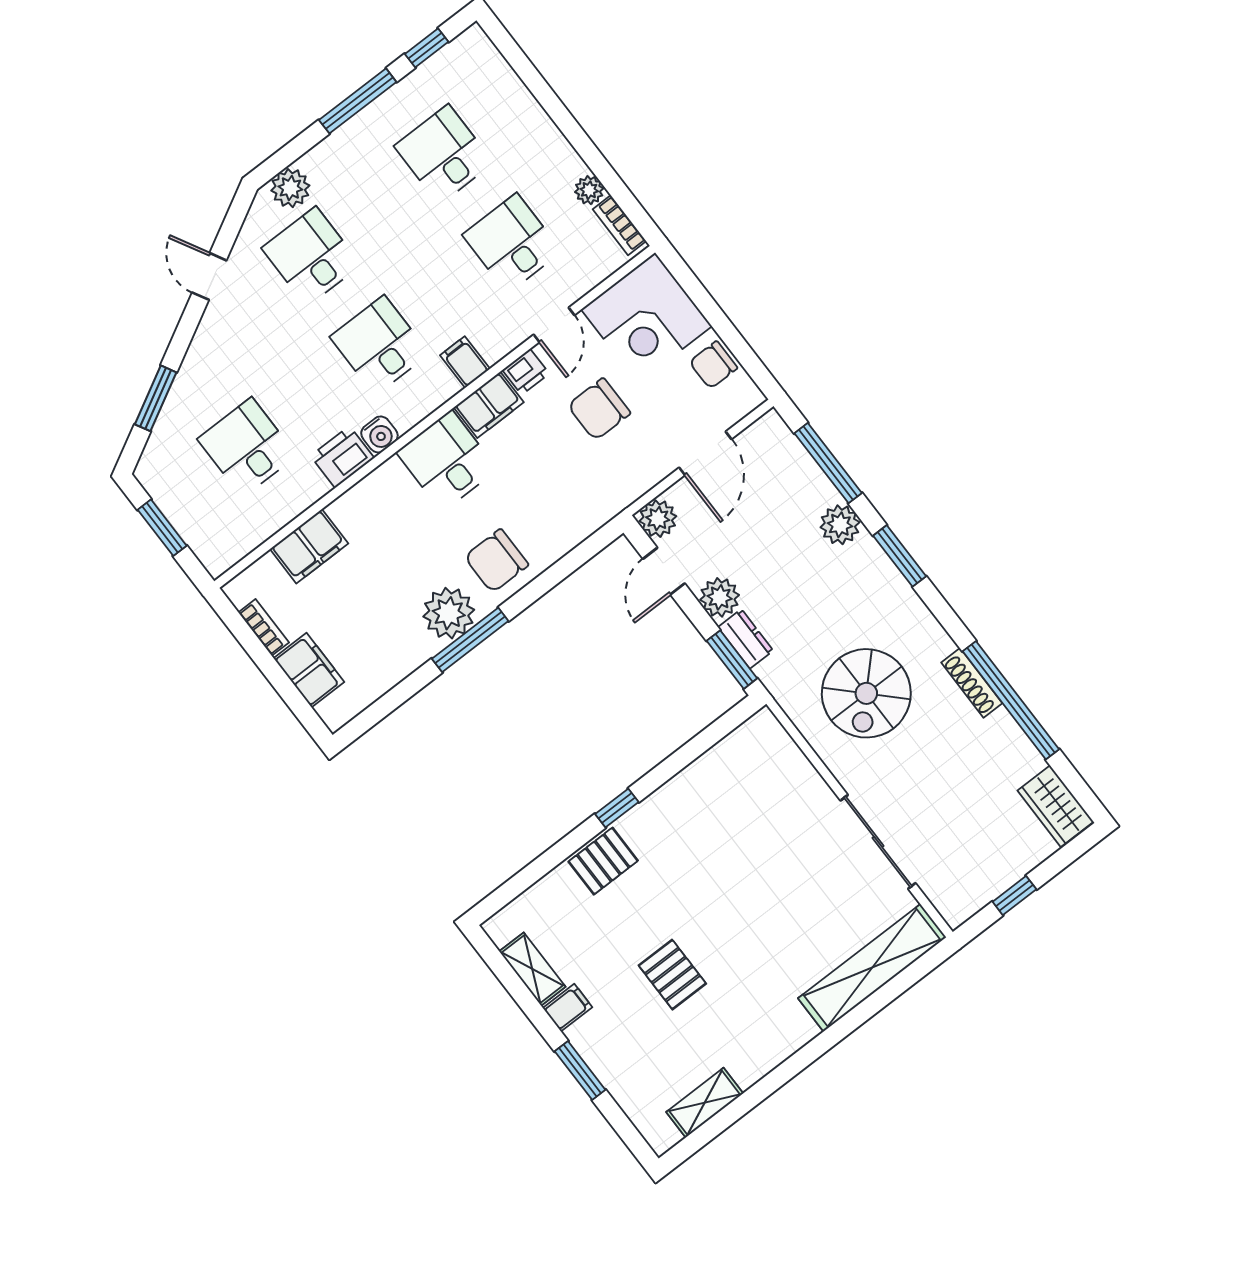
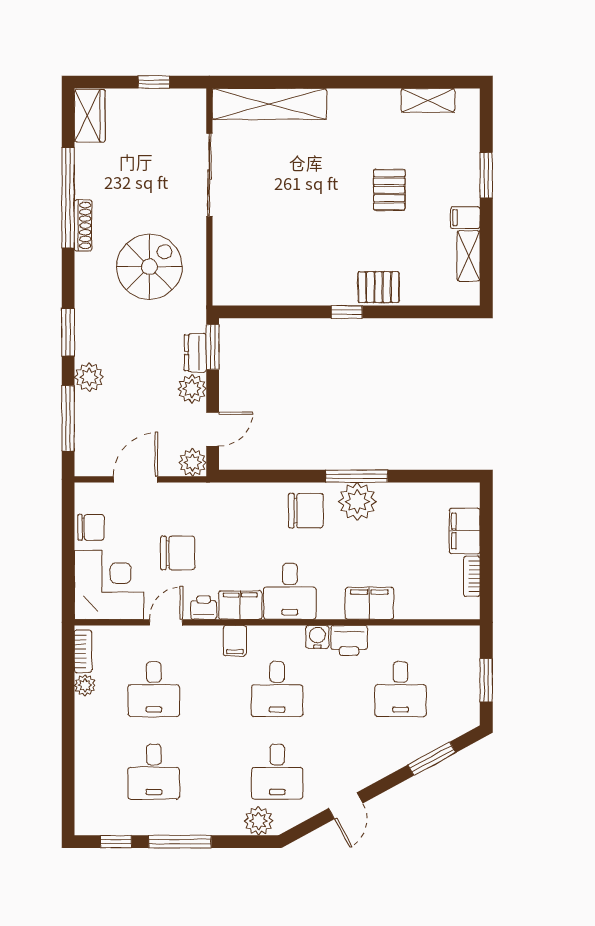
filing cabinet: (309, 546) -> (369, 603), moved

